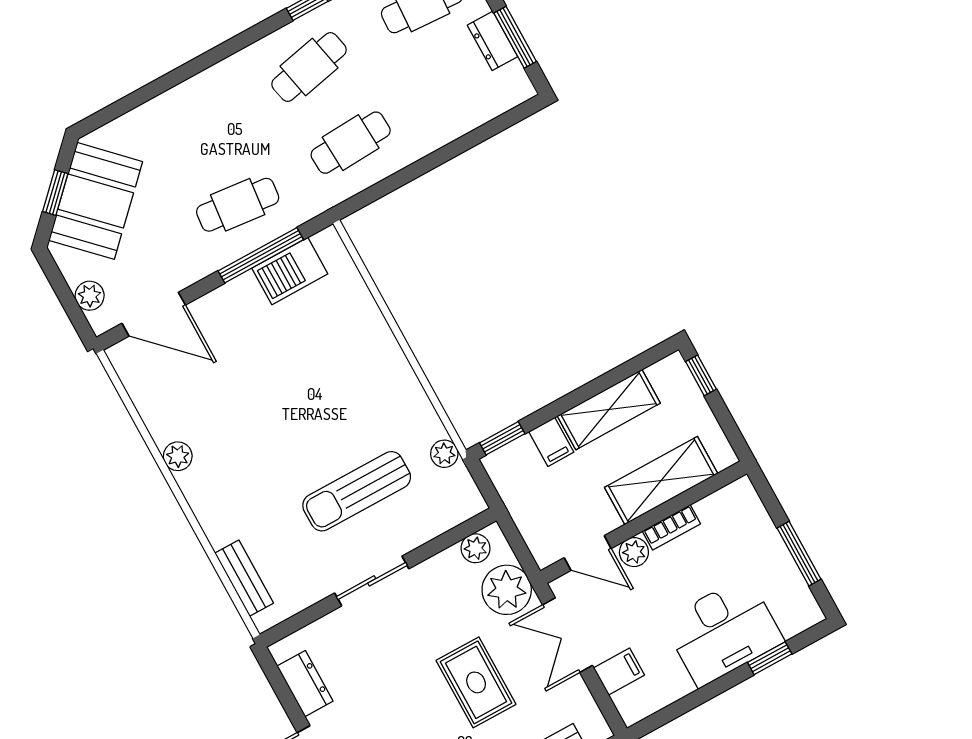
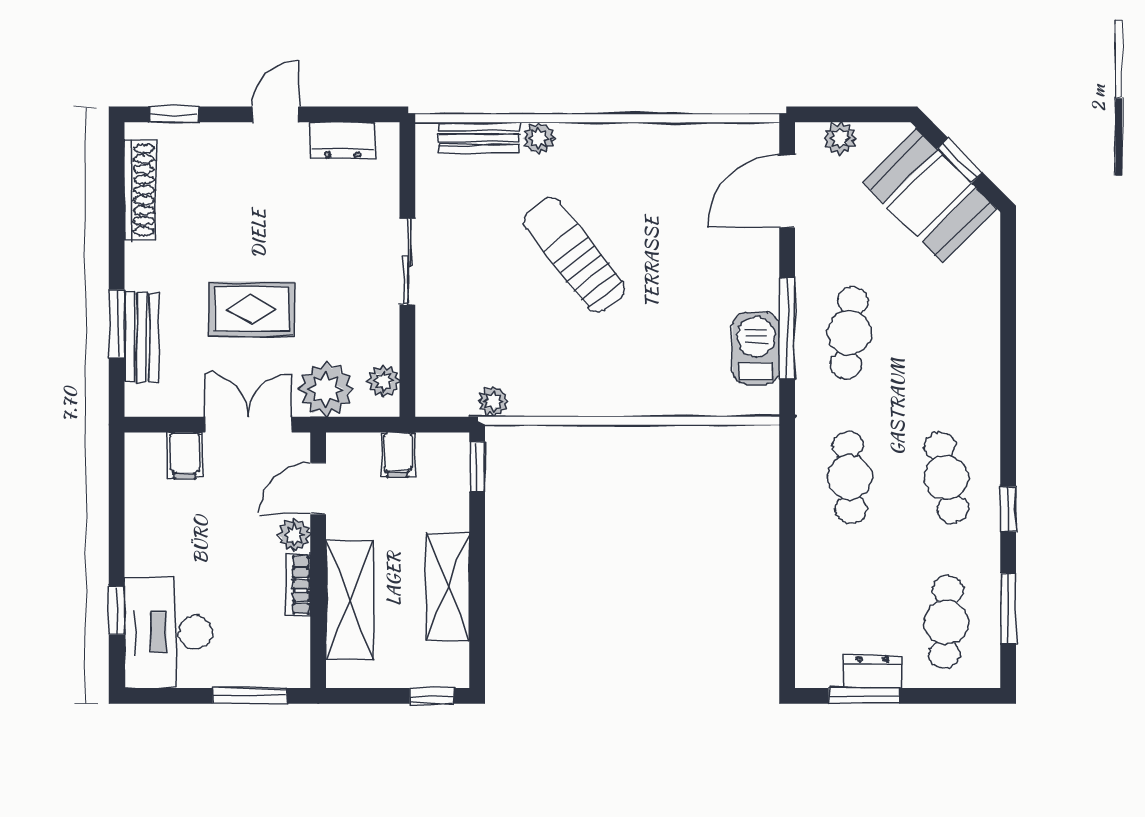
filing cabinet: (551, 442) -> (398, 455), moved, turned -90
plant: (178, 456) -> (539, 138), moved
sun lounger: (357, 491) -> (574, 255), moved, turned -38
window: (799, 554) -> (250, 696), moved
desk: (723, 631) -> (168, 632), moved

